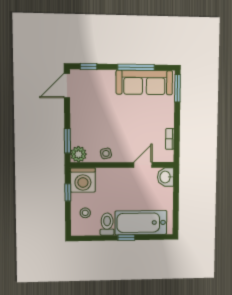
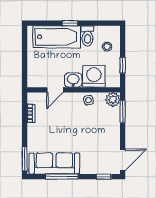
washbasin: (166, 177) -> (73, 80), moved, turned -90
washing machine: (83, 180) -> (94, 76), moved

